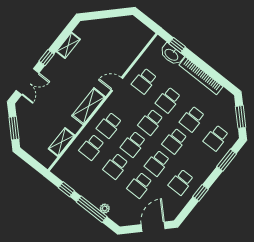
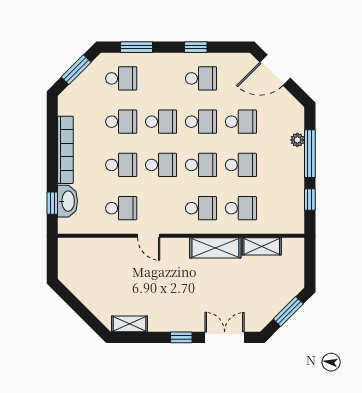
shelving: (68, 45) -> (129, 324), moved
shelving: (89, 106) -> (215, 248), moved

